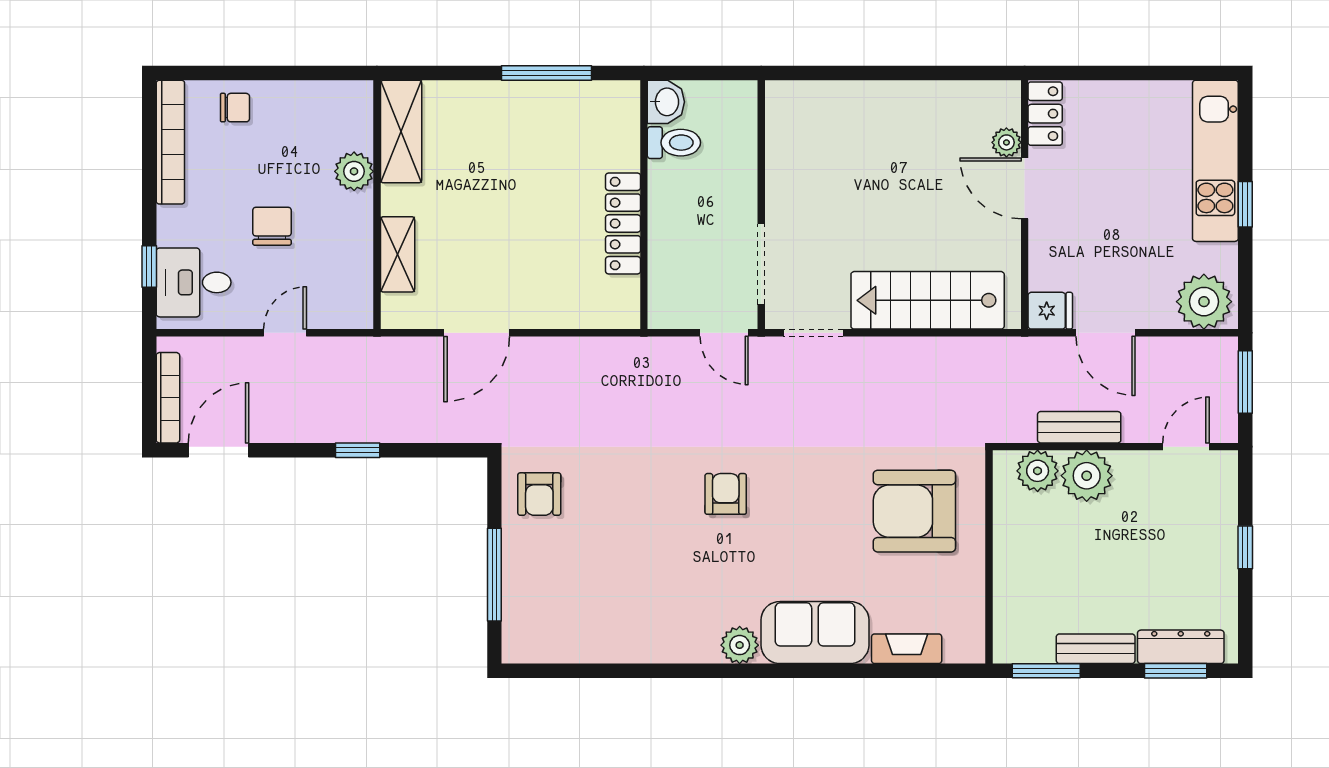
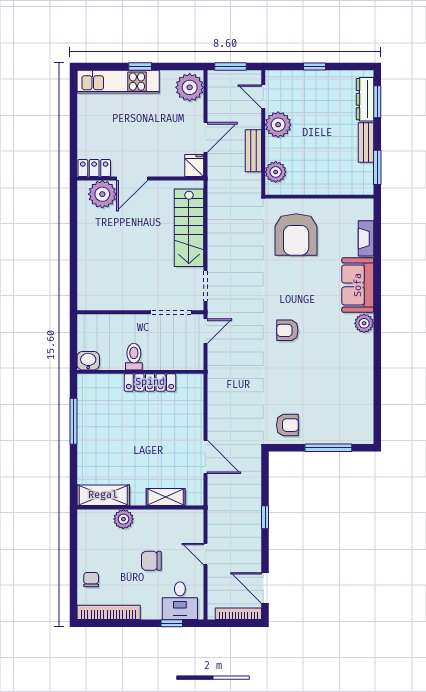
plant: (1006, 142) -> (102, 194), width x1.88, depth x1.88
toilet: (674, 143) -> (134, 357), moved
plant: (1087, 476) -> (278, 125), moved

